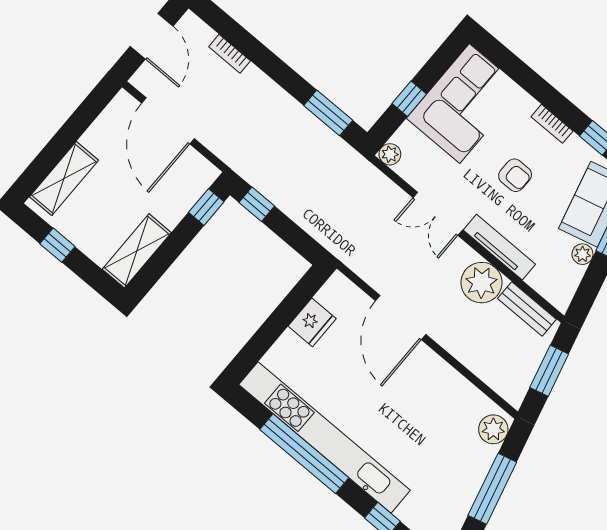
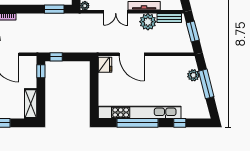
fridge: (312, 322) -> (105, 65), moved
plant: (493, 429) -> (193, 75), moved

